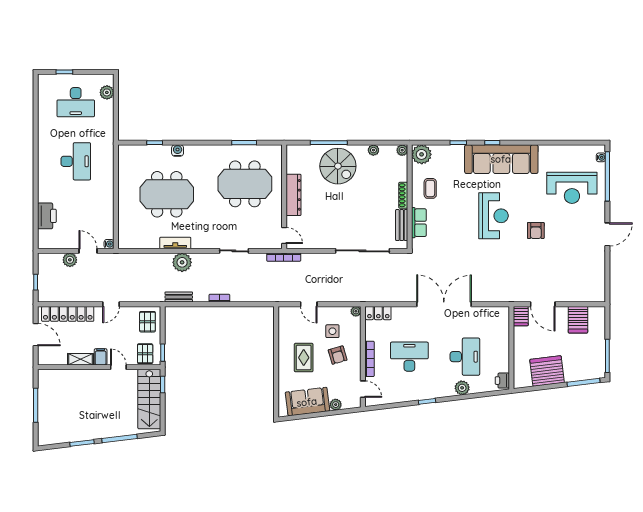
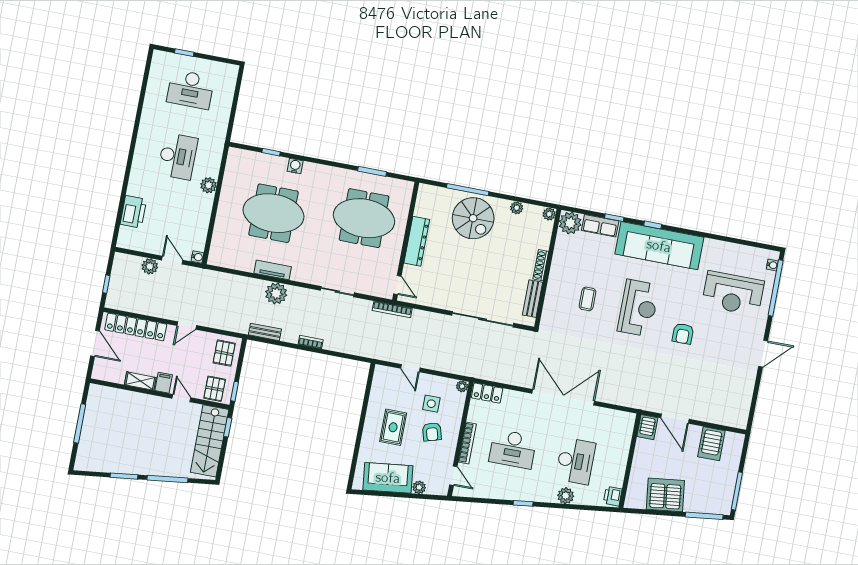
plant: (107, 92) -> (209, 185), moved
coffee table: (430, 188) -> (587, 299), moved
row of seats: (419, 223) -> (600, 226), moved, turned 90
desk: (409, 357) -> (513, 449), turned 180

